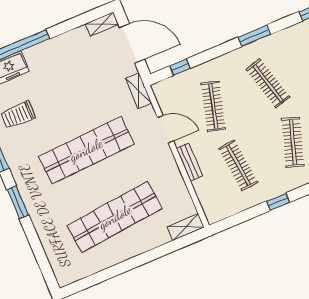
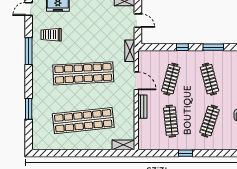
door: (132, 43) -> (138, 21), width x0.53
window: (180, 67) -> (182, 47), moved
window: (18, 202) -> (29, 109), moved

